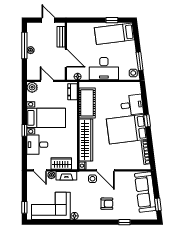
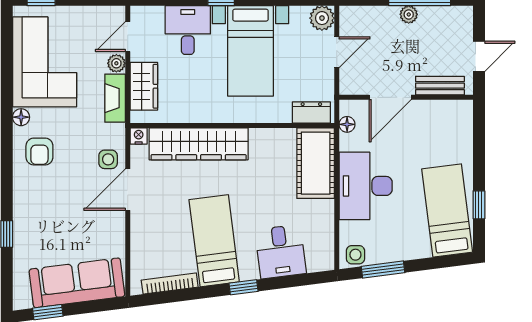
cot: (87, 103) -> (316, 163), moved, turned 90
bed: (127, 129) -> (214, 241), width x0.67
armchair: (107, 204) -> (39, 151), moved

